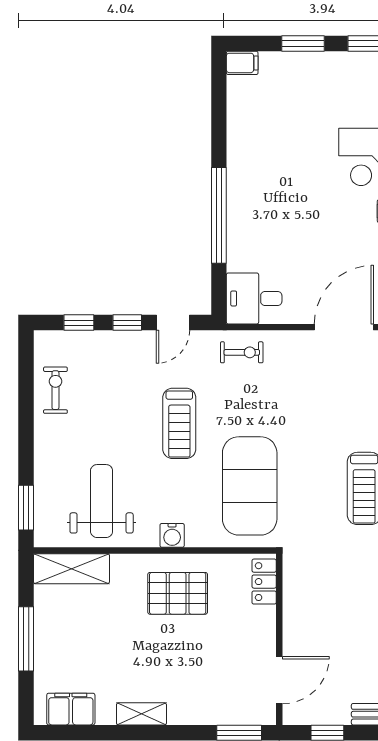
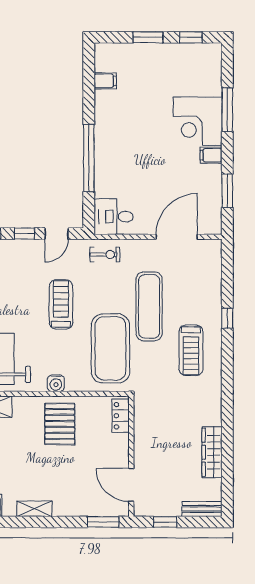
filing cabinet: (242, 63) -> (105, 81), moved
treadmill: (179, 423) -> (61, 304), turned 180
exercise mat: (305, 426) -> (149, 306), added
pallet: (178, 593) -> (60, 424), turned 90
door: (279, 680) -> (131, 485), swing flipped

